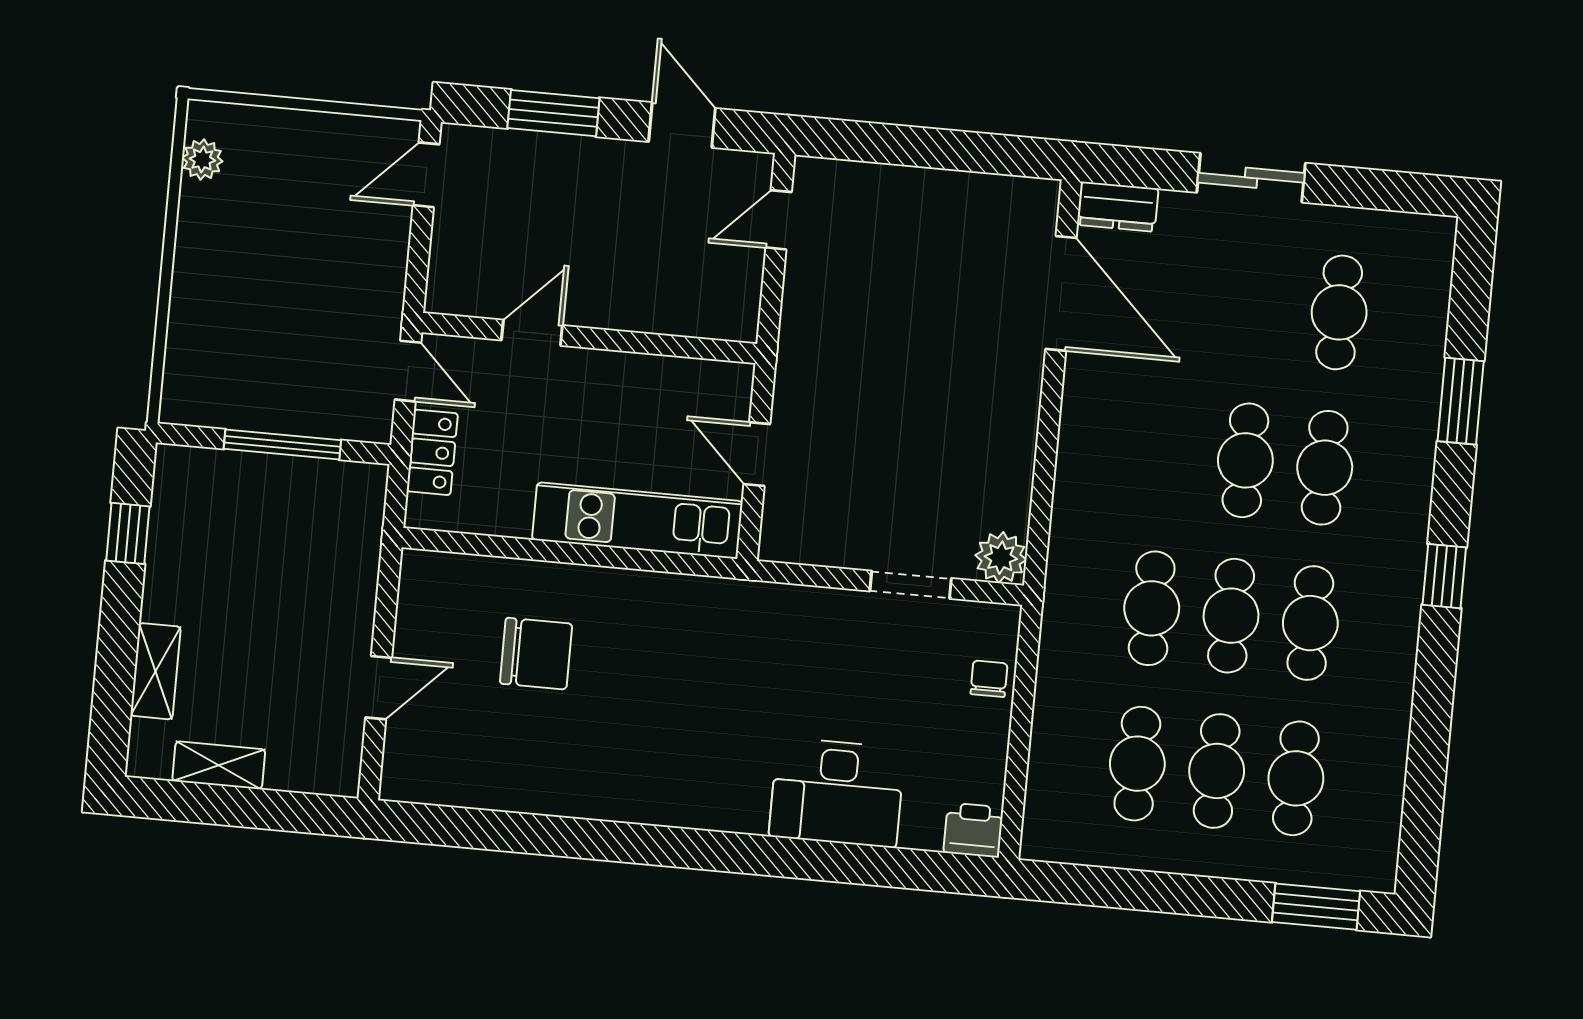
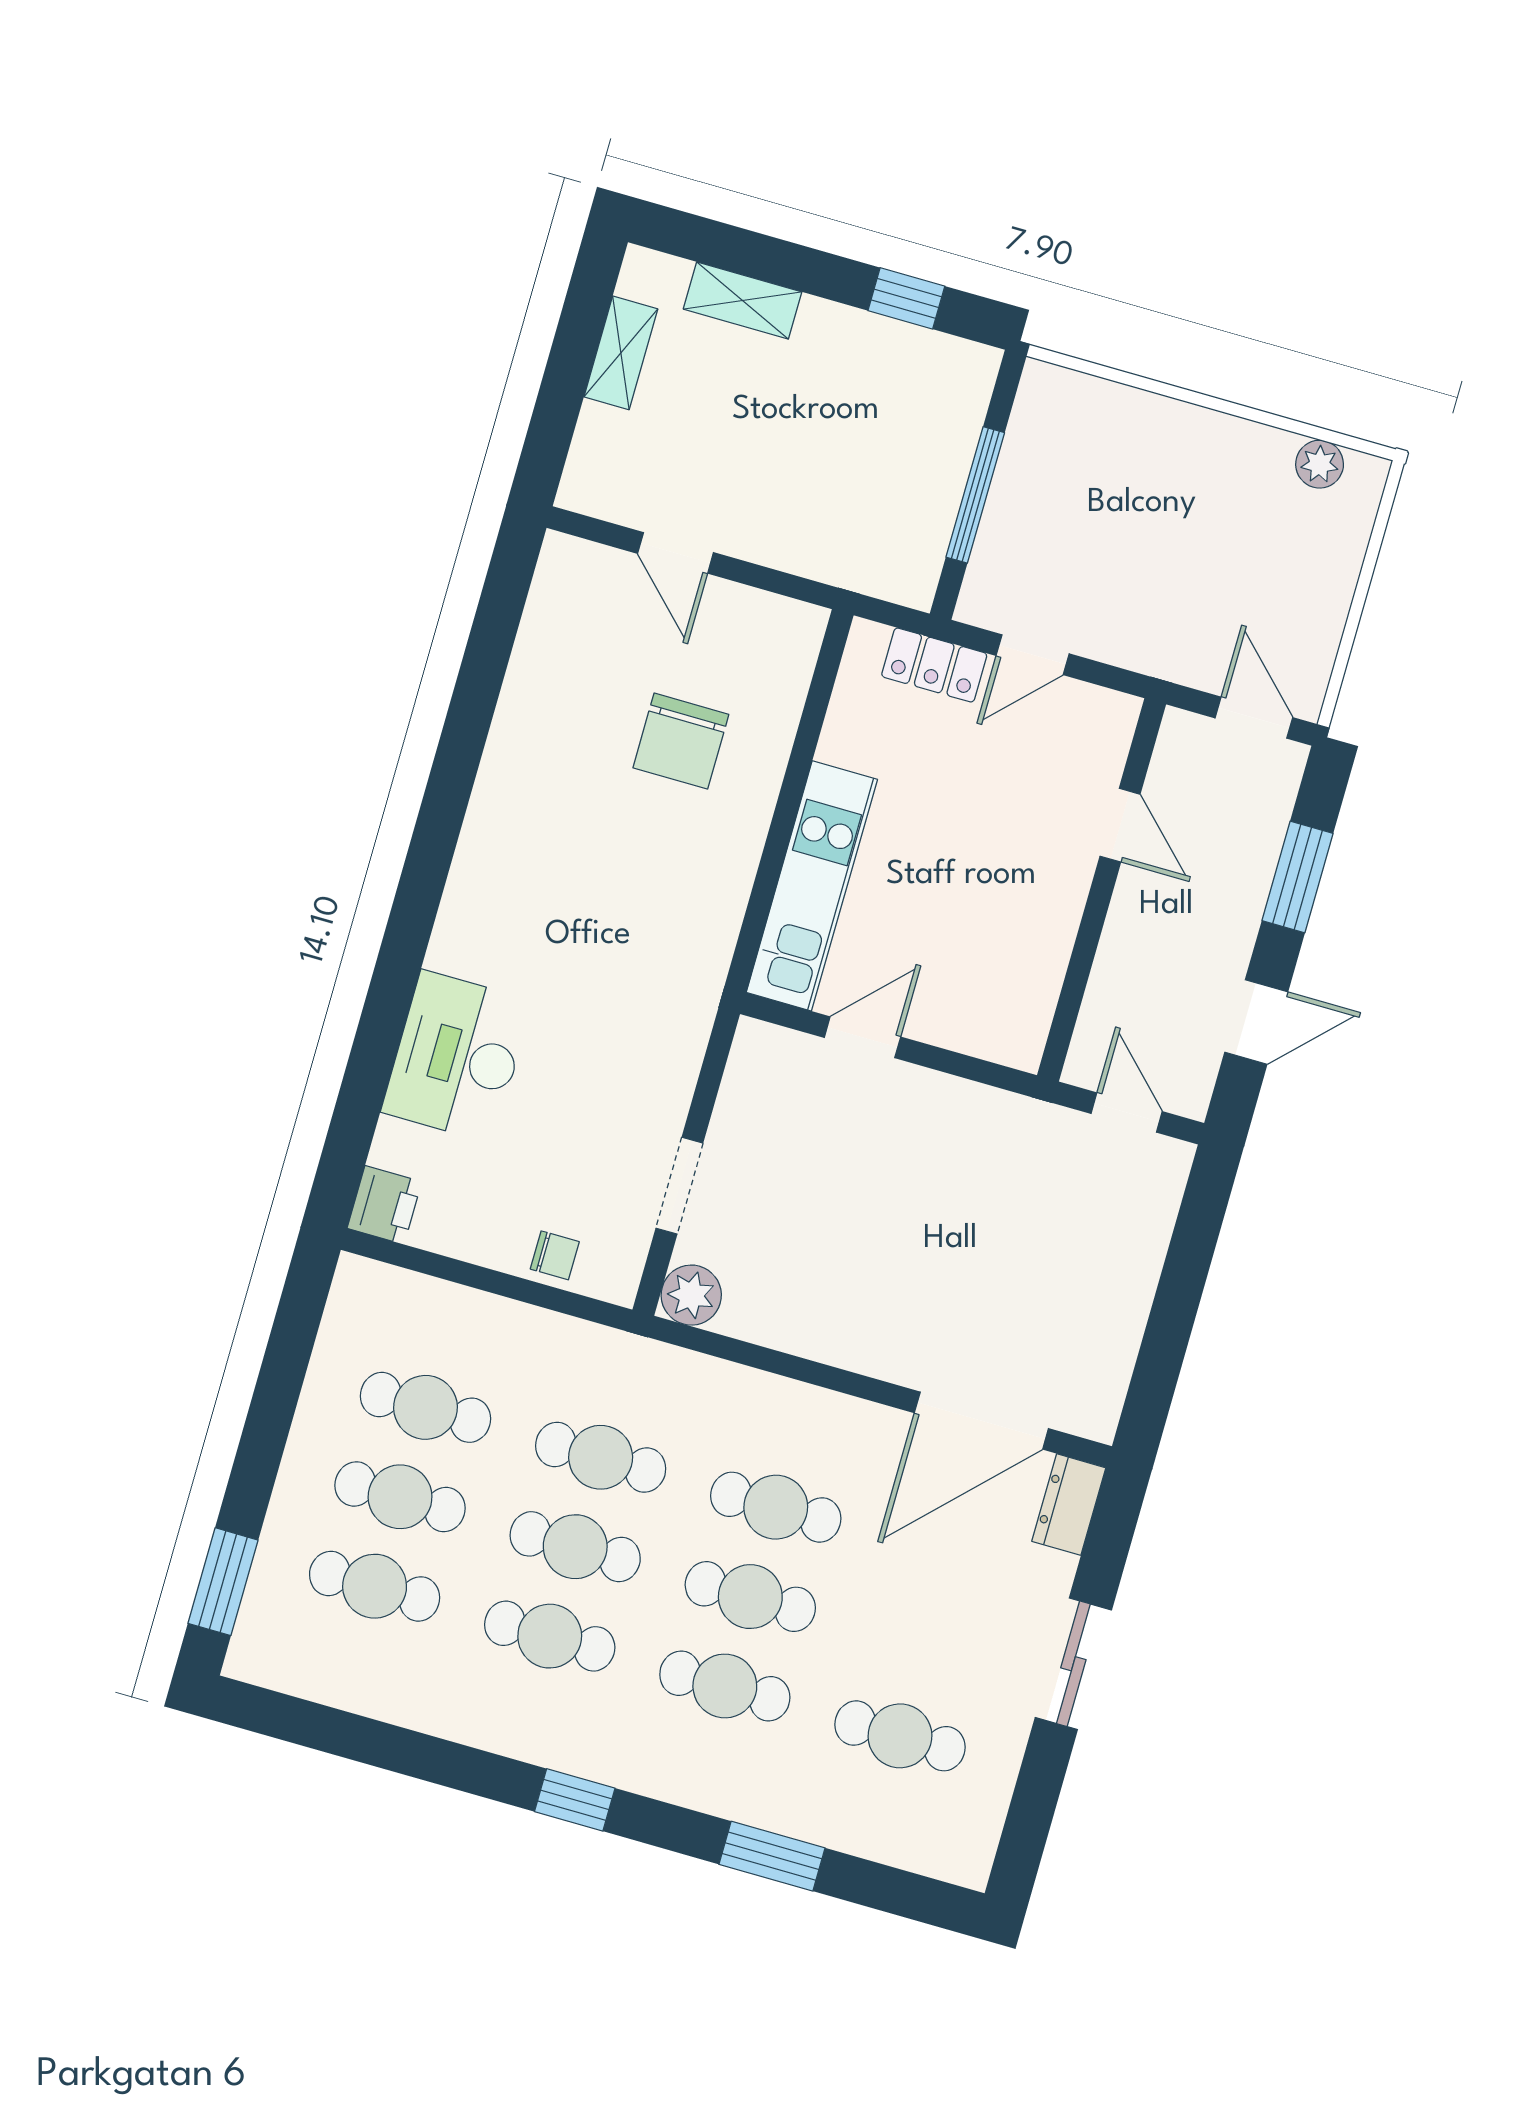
door: (532, 333) -> (1120, 825), moved
wall: (589, 338) -> (1102, 890), moved
cafe table: (1166, 453) -> (776, 1507), added

